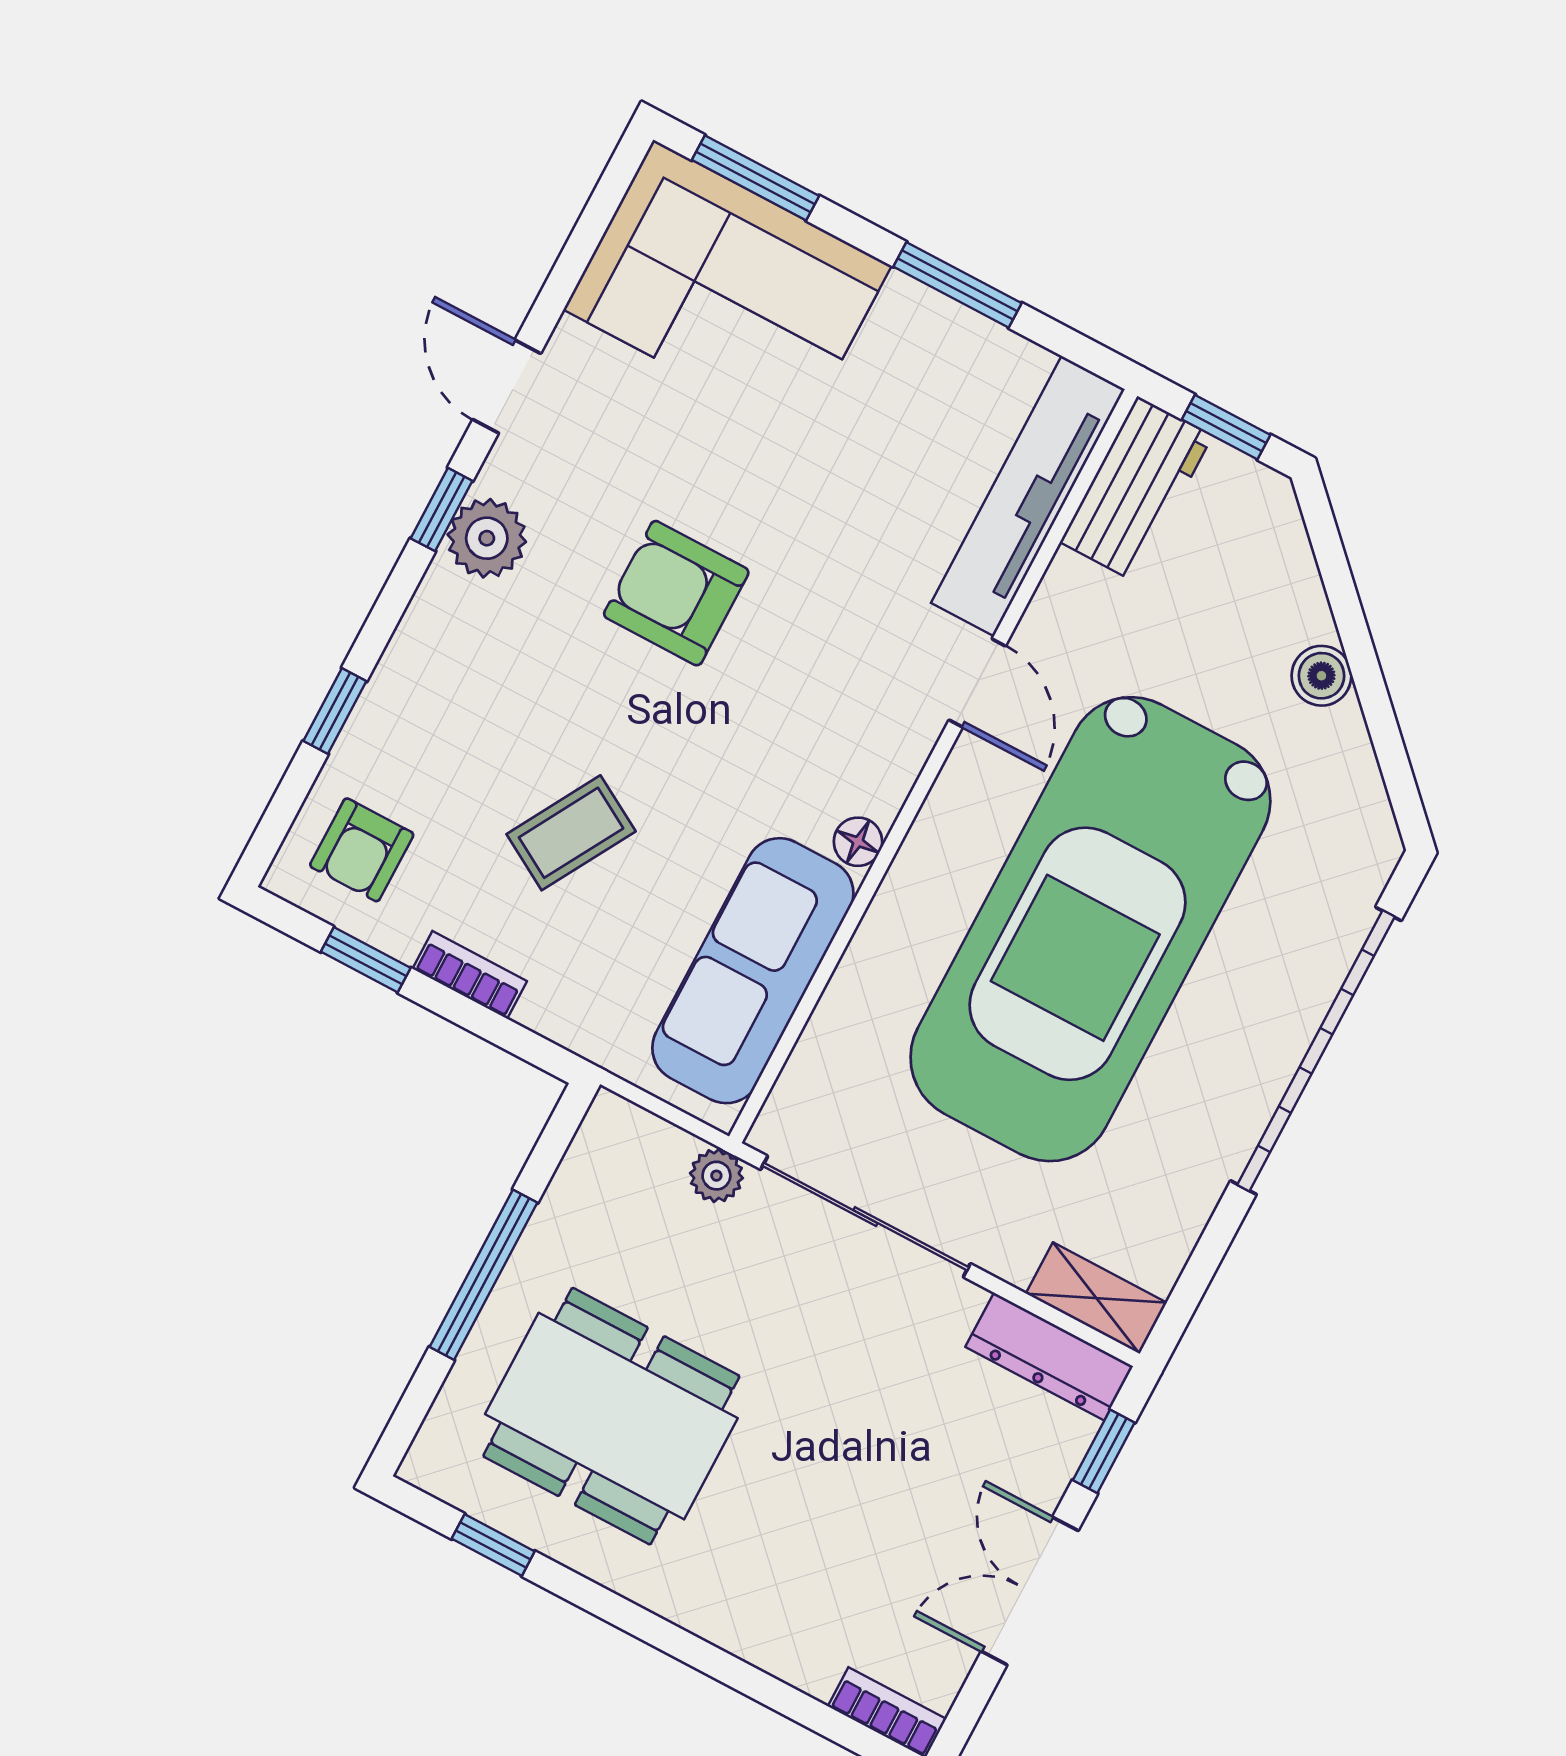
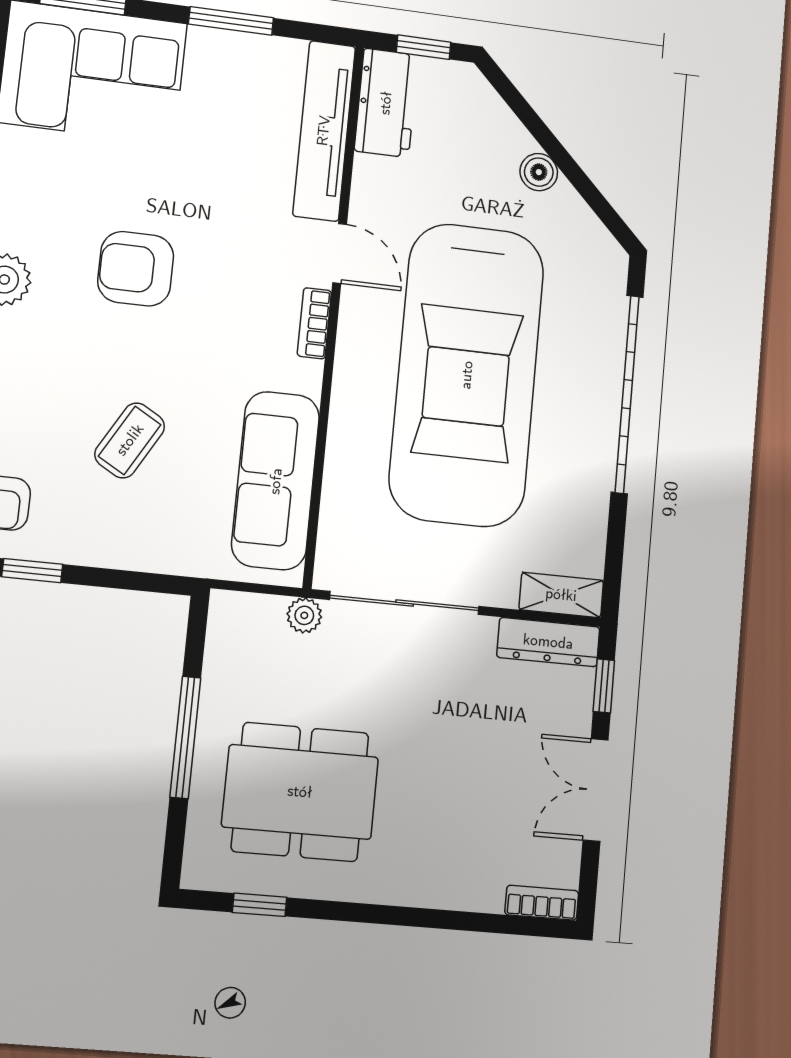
floor lamp: (858, 842) -> (307, 377), removed
bookcase: (470, 975) -> (314, 323), moved, turned -90

